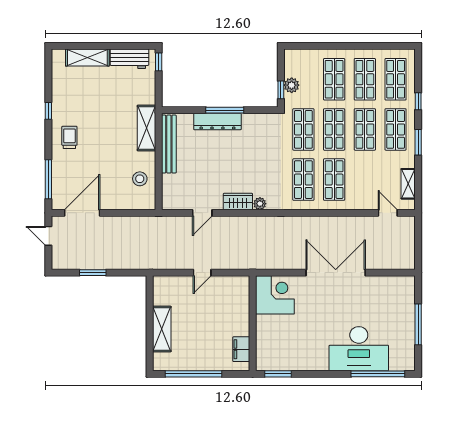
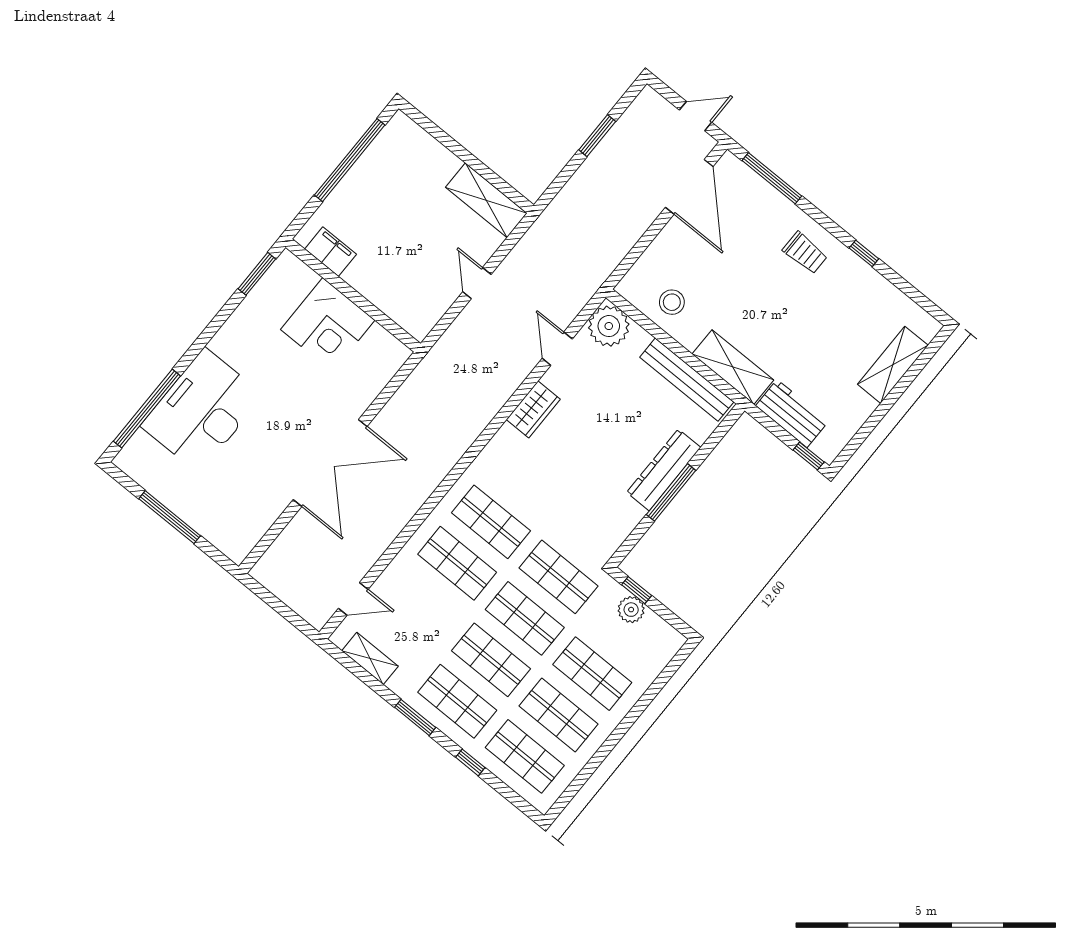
workbench: (129, 59) -> (792, 414), moved, turned 90
plant: (260, 204) -> (609, 326), moved, width x1.88, depth x1.88
corner desk: (275, 295) -> (328, 325), moved
shelving: (162, 329) -> (486, 200), moved

